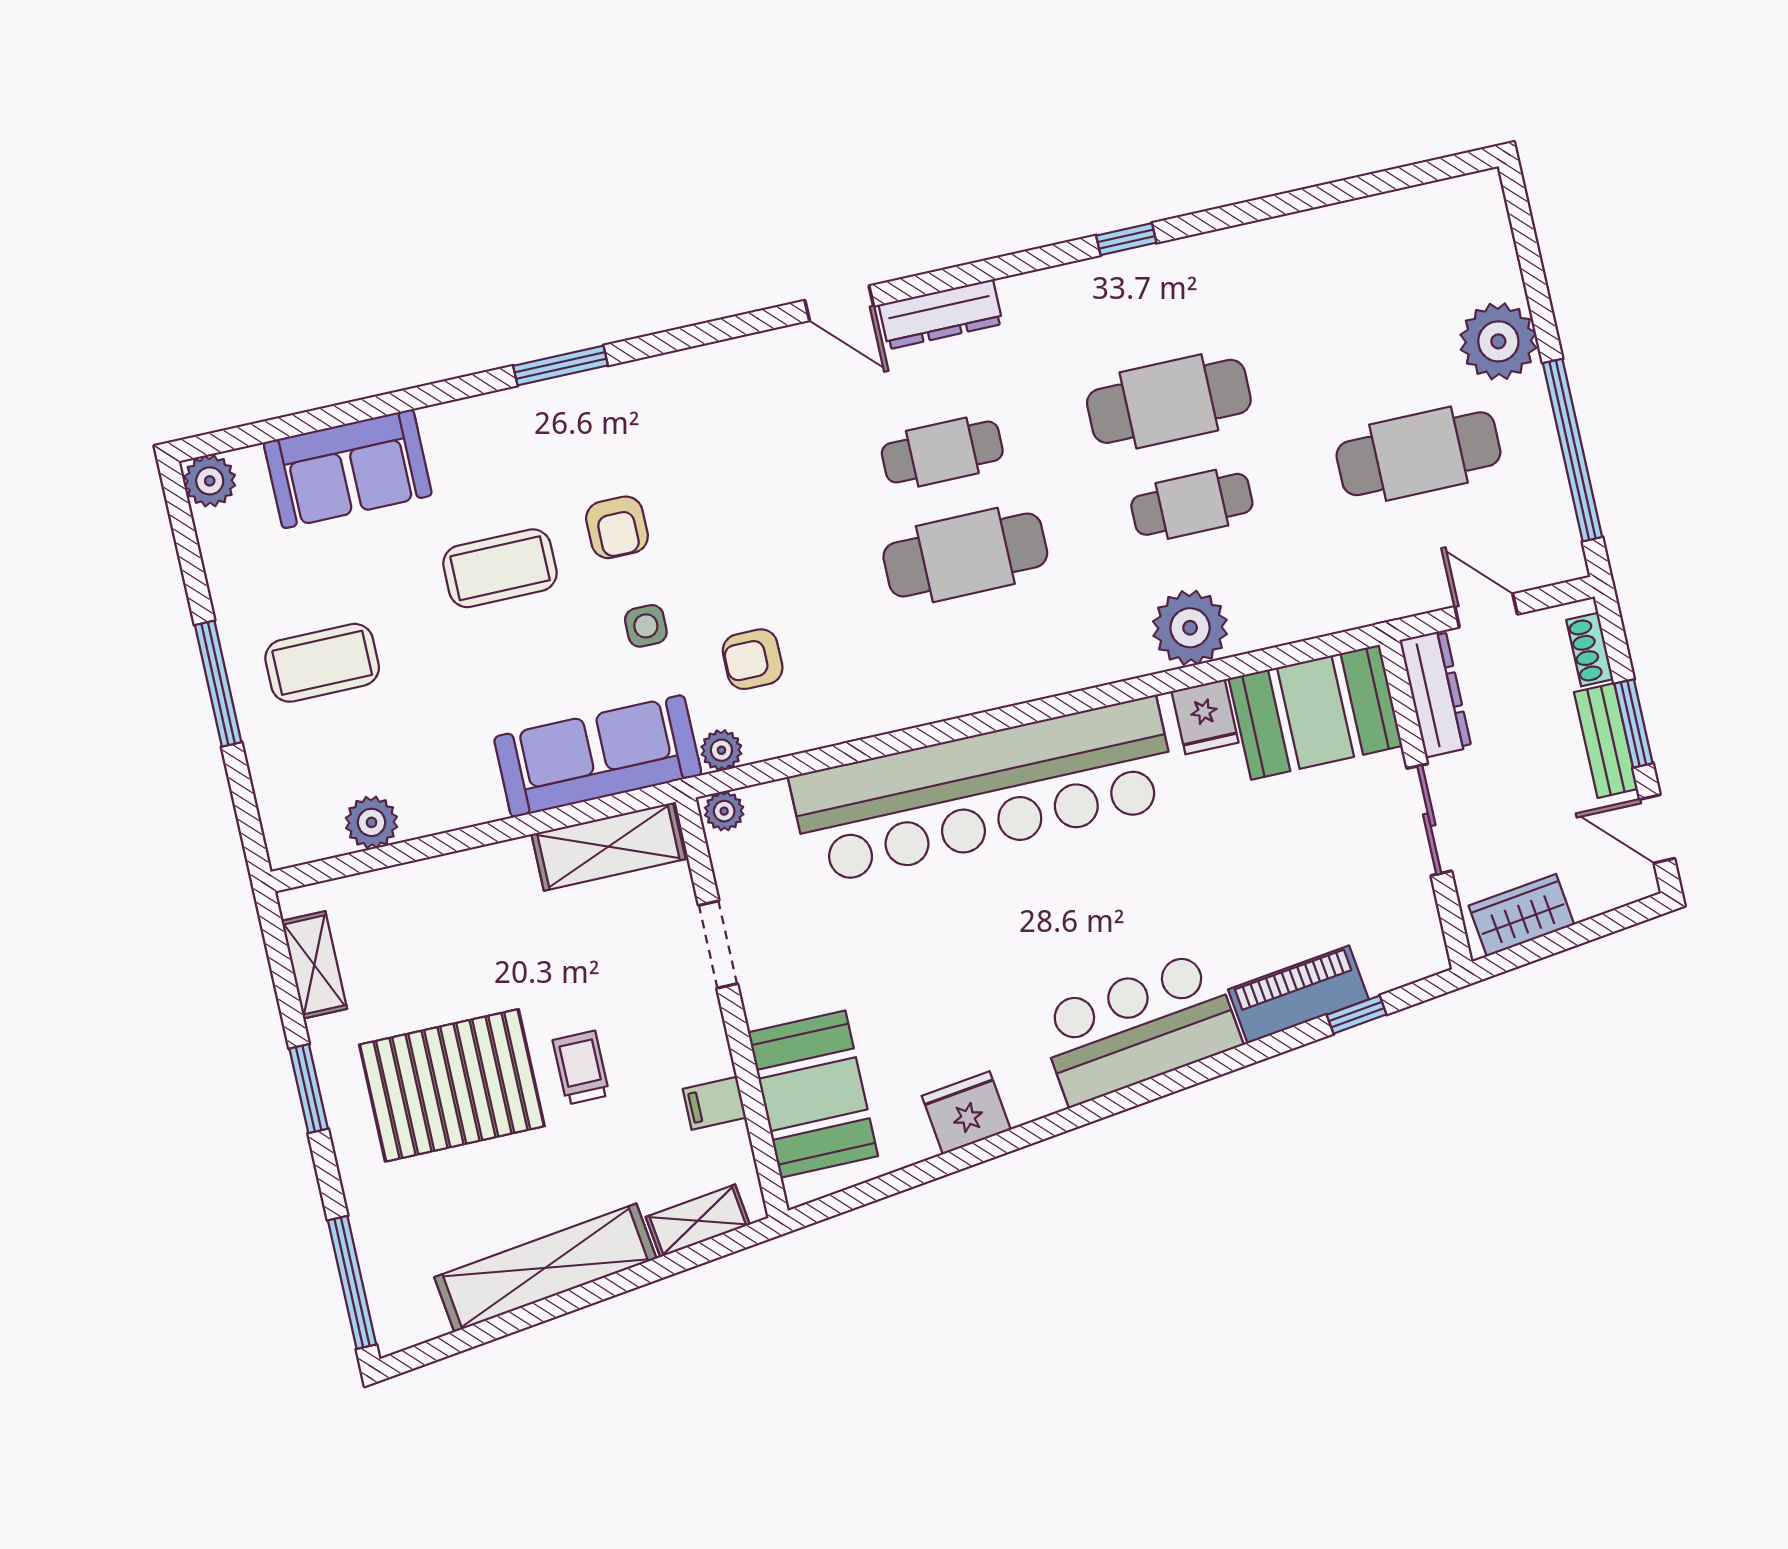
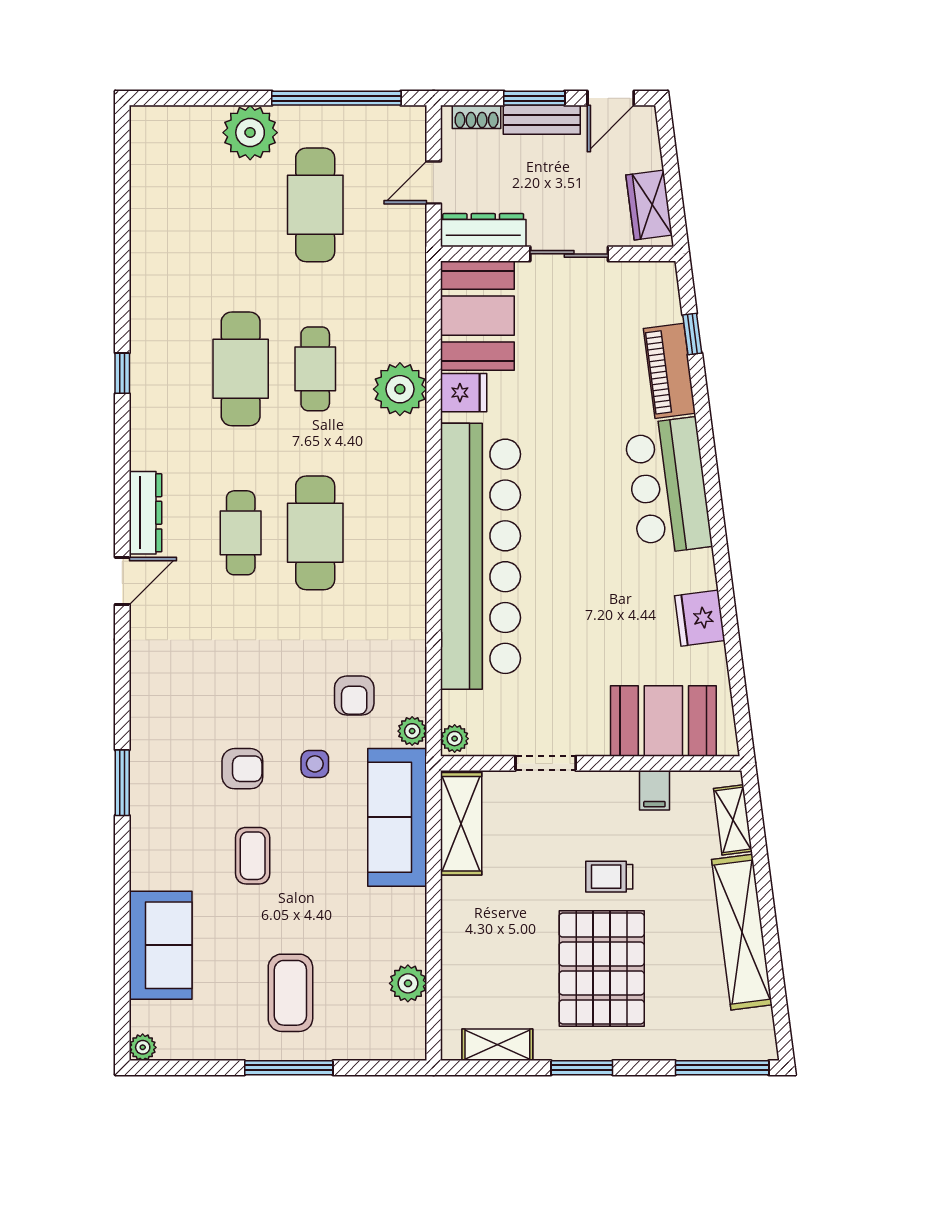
plant: (210, 481) -> (143, 1047), width x0.73, depth x0.73
coffee table: (500, 568) -> (253, 856), width x0.73, depth x0.77

